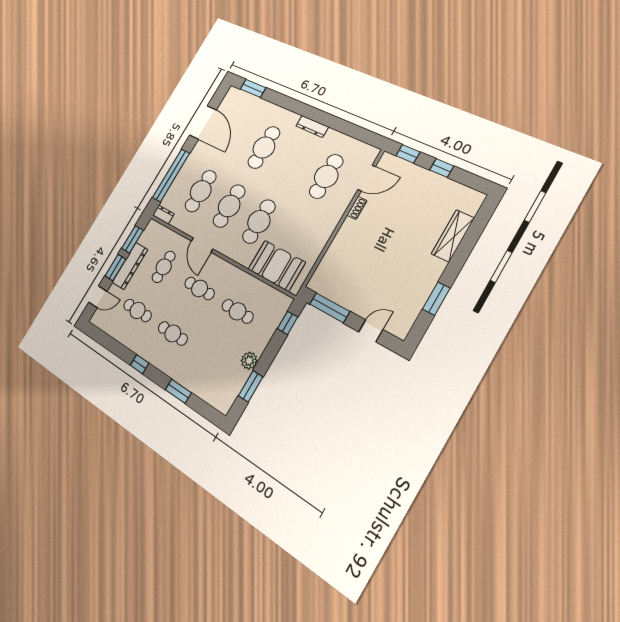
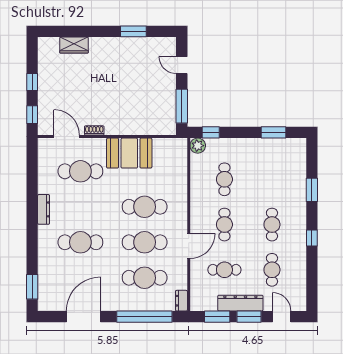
wardrobe: (453, 236) -> (74, 45), width x0.67
booth: (277, 266) -> (129, 153), moved, turned 90
plant: (249, 361) -> (198, 146), moved

